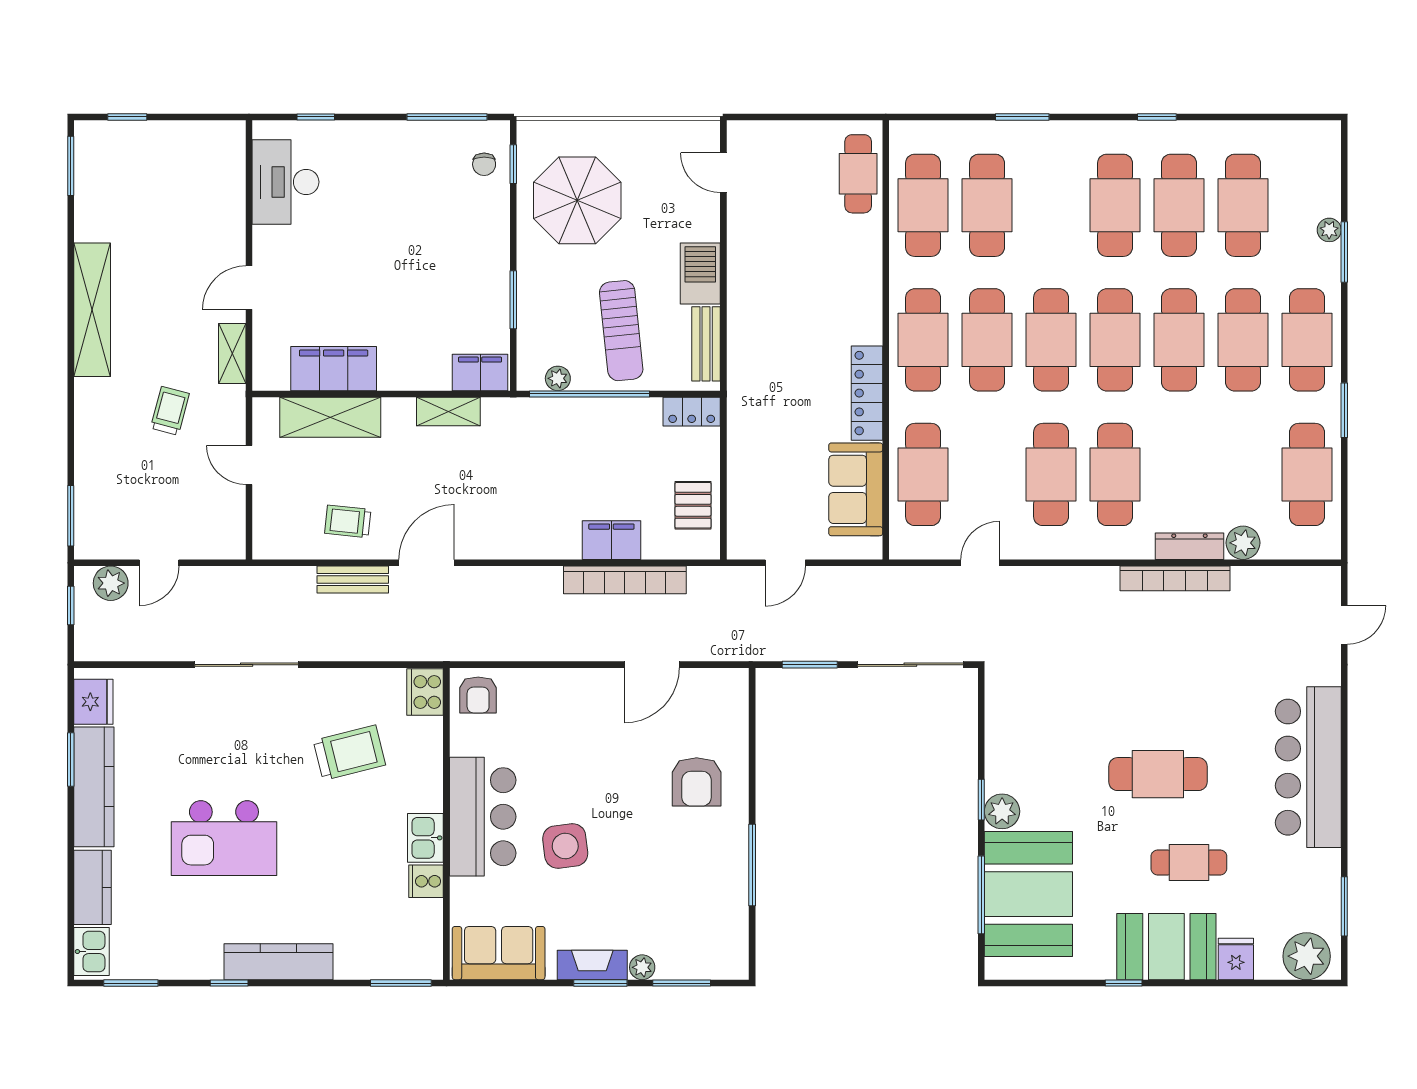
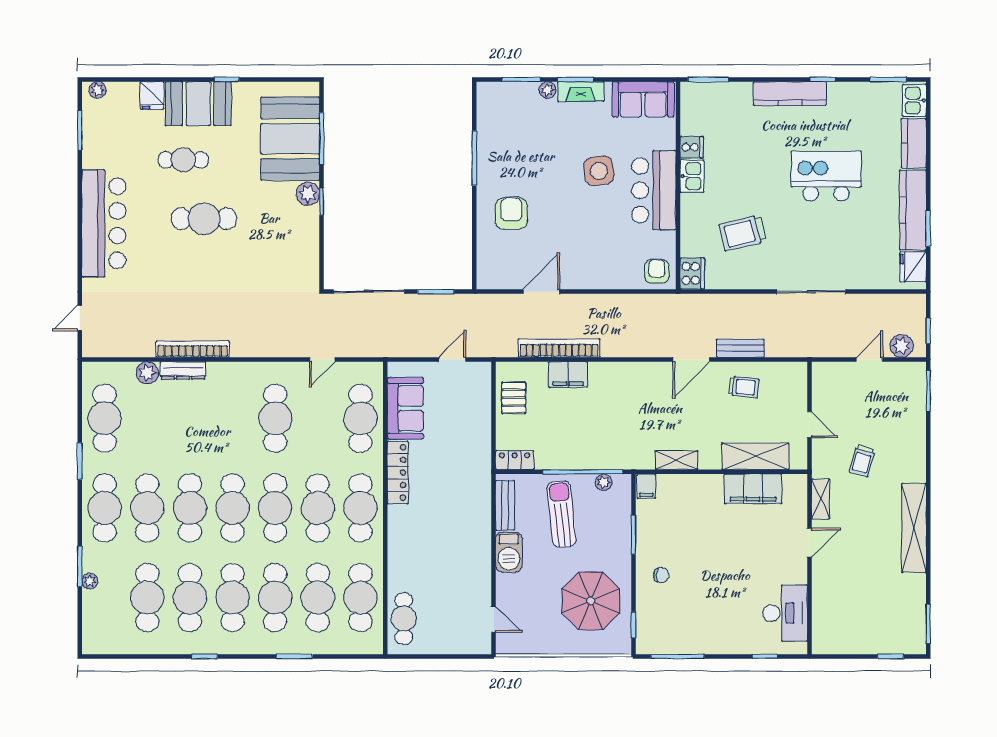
chair: (484, 164) -> (661, 575), moved, turned 90
filing cabinet: (480, 372) -> (646, 486), width x0.50
cafe table: (1115, 474) -> (275, 598), moved
plant: (1307, 956) -> (98, 90), width x0.53, depth x0.53

